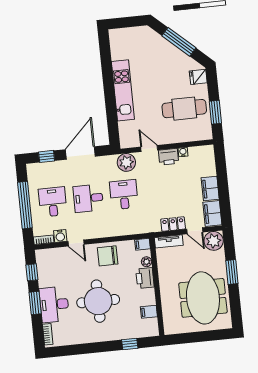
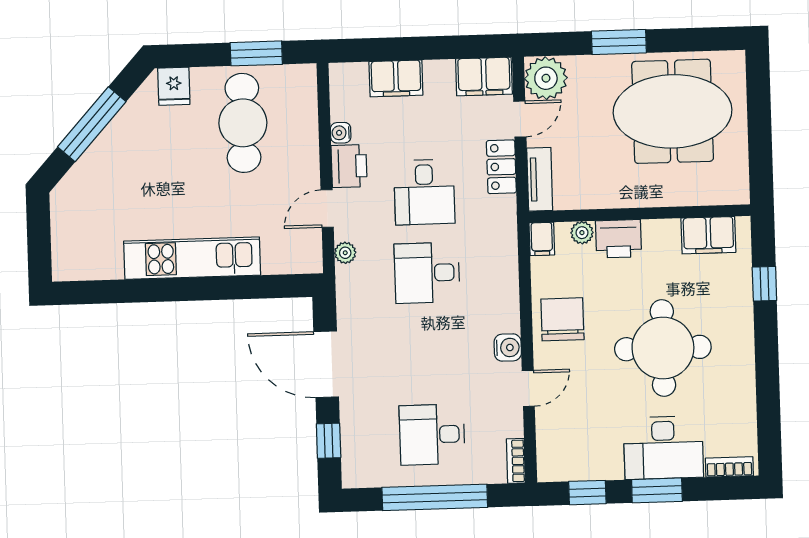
plant: (126, 162) -> (345, 253), width x0.53, depth x0.53
filing cabinet: (210, 189) -> (396, 78), moved
desk: (88, 198) -> (424, 192), moved
water cooler: (60, 236) -> (508, 348), moved
chair: (108, 256) -> (562, 319), turned 180
filing cabinet: (149, 312) -> (708, 235), width x2.00

